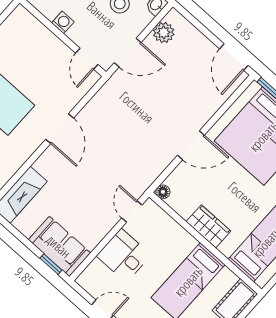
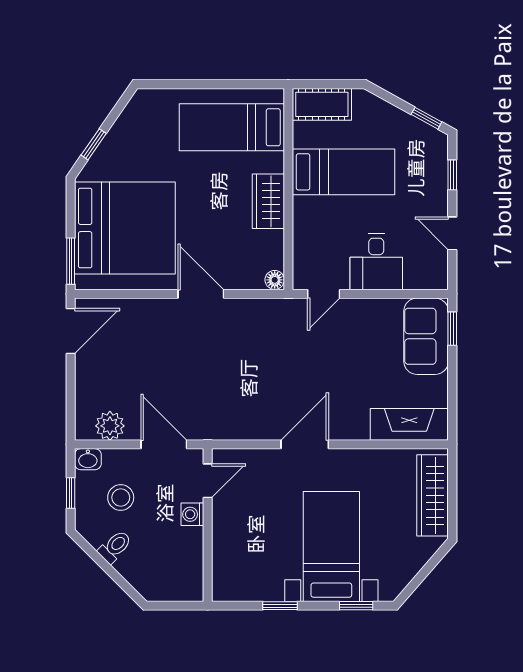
washing machine: (63, 22) -> (192, 514), moved

